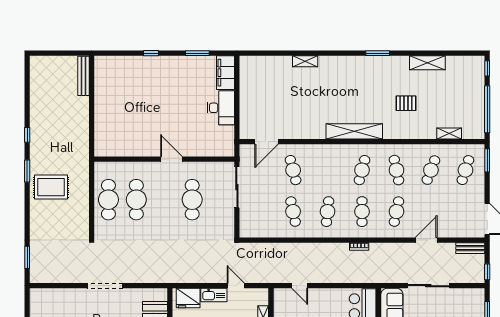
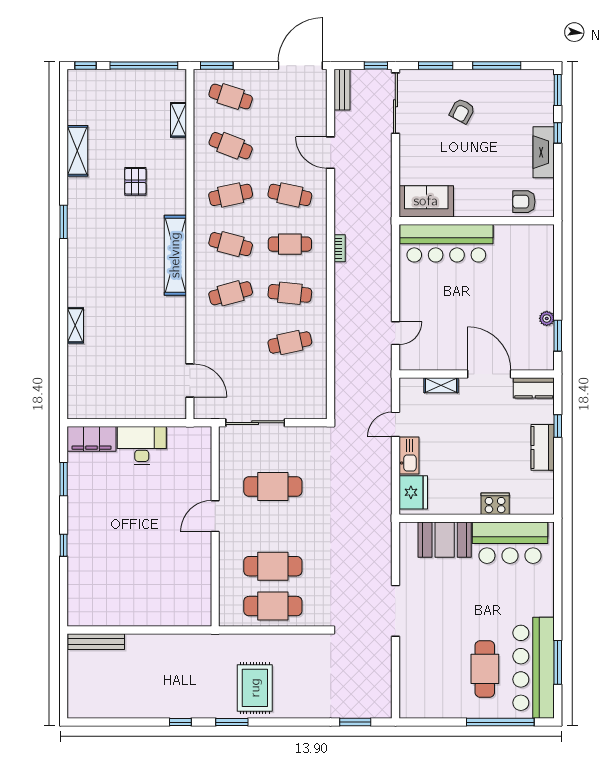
cafe table: (293, 170) -> (231, 293), moved
sliding door: (428, 286) -> (395, 103), moved

